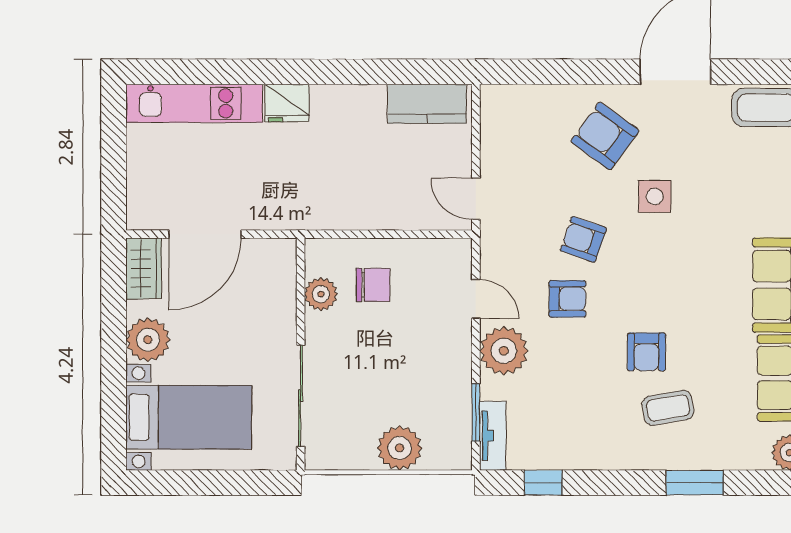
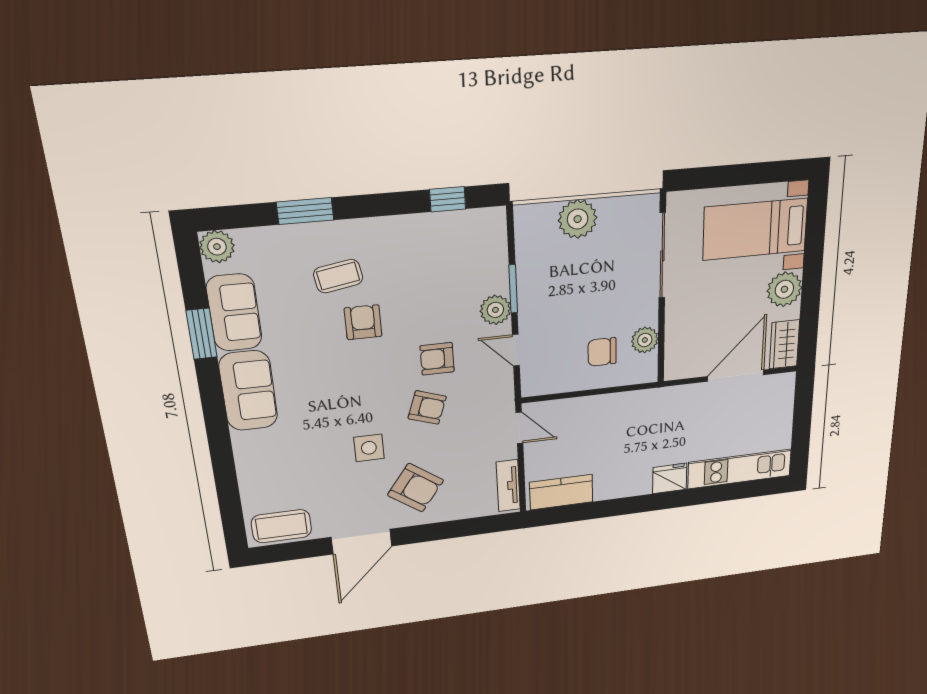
plant: (504, 351) -> (495, 310), width x0.73, depth x0.73
window: (476, 412) -> (513, 289), moved
tv unit: (493, 436) -> (508, 486), moved

